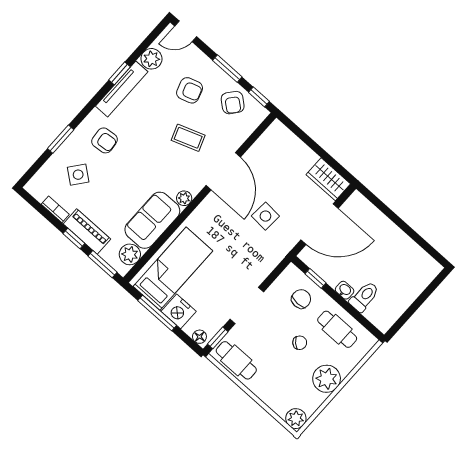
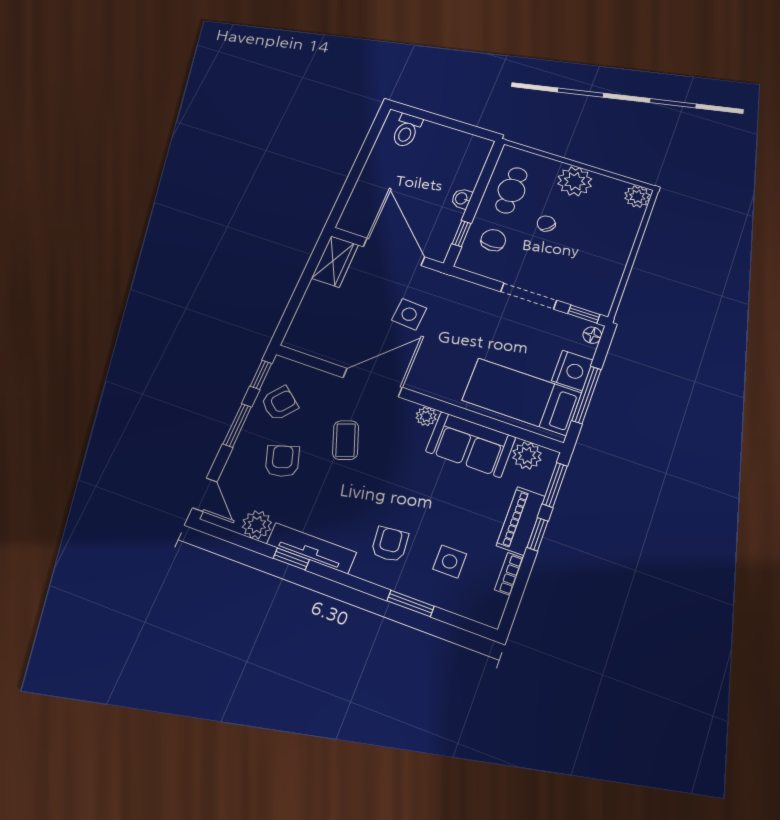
side table: (78, 175) -> (450, 561), turned -38
toilet: (364, 297) -> (407, 130), moved, turned -90
chair: (301, 299) -> (493, 240), turned 90
cafe table: (236, 360) -> (601, 284), removed

